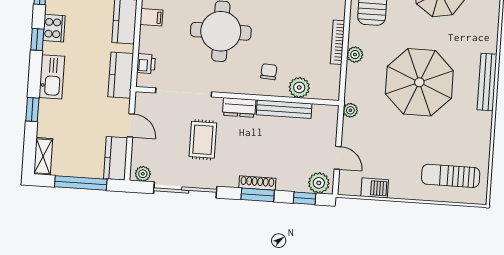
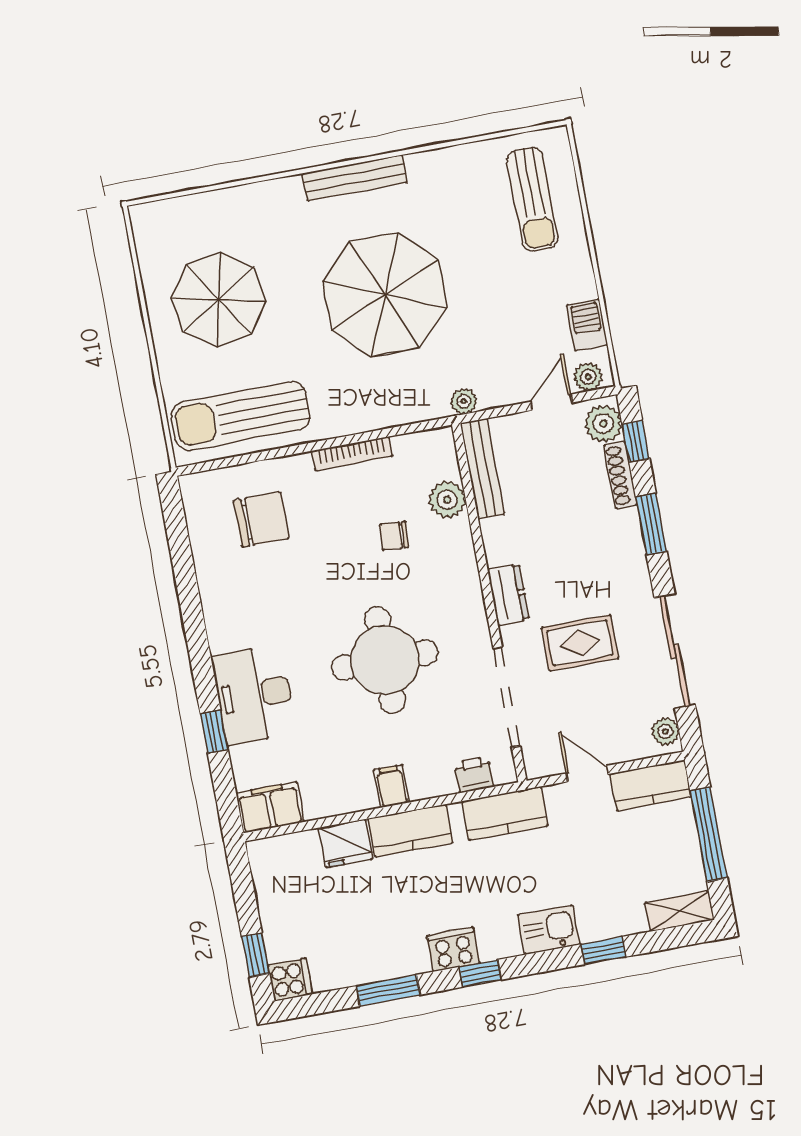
plant: (355, 55) -> (588, 377), moved
chair: (269, 72) -> (394, 536), moved
kitchen sink: (52, 77) -> (549, 930), width x0.73
bench: (284, 109) -> (482, 469), moved
door: (131, 125) -> (587, 774), hinge flipped
shoe rack: (257, 183) -> (621, 475), moved

